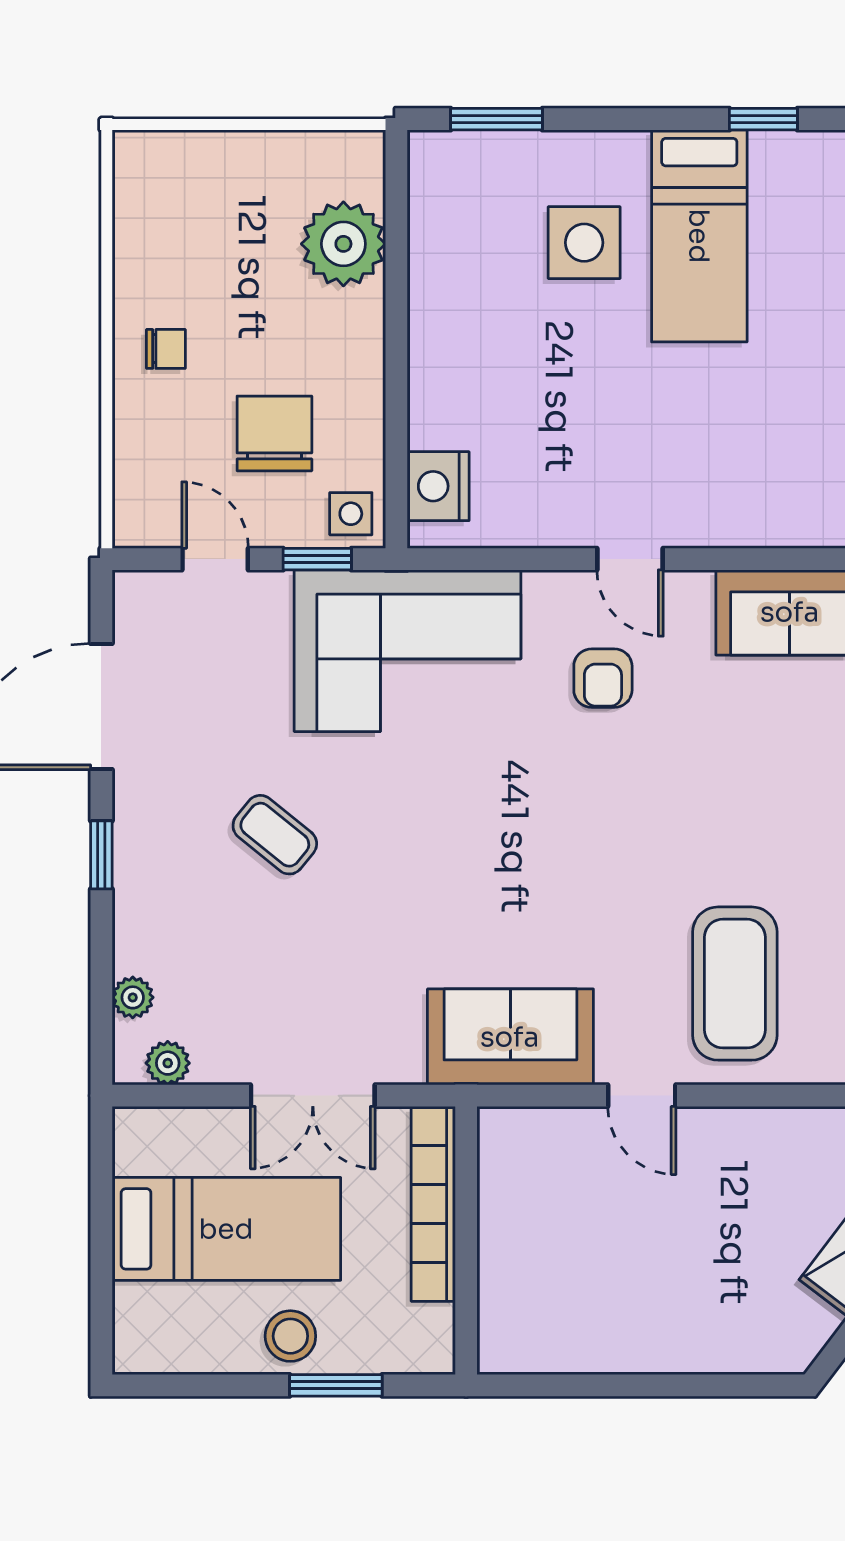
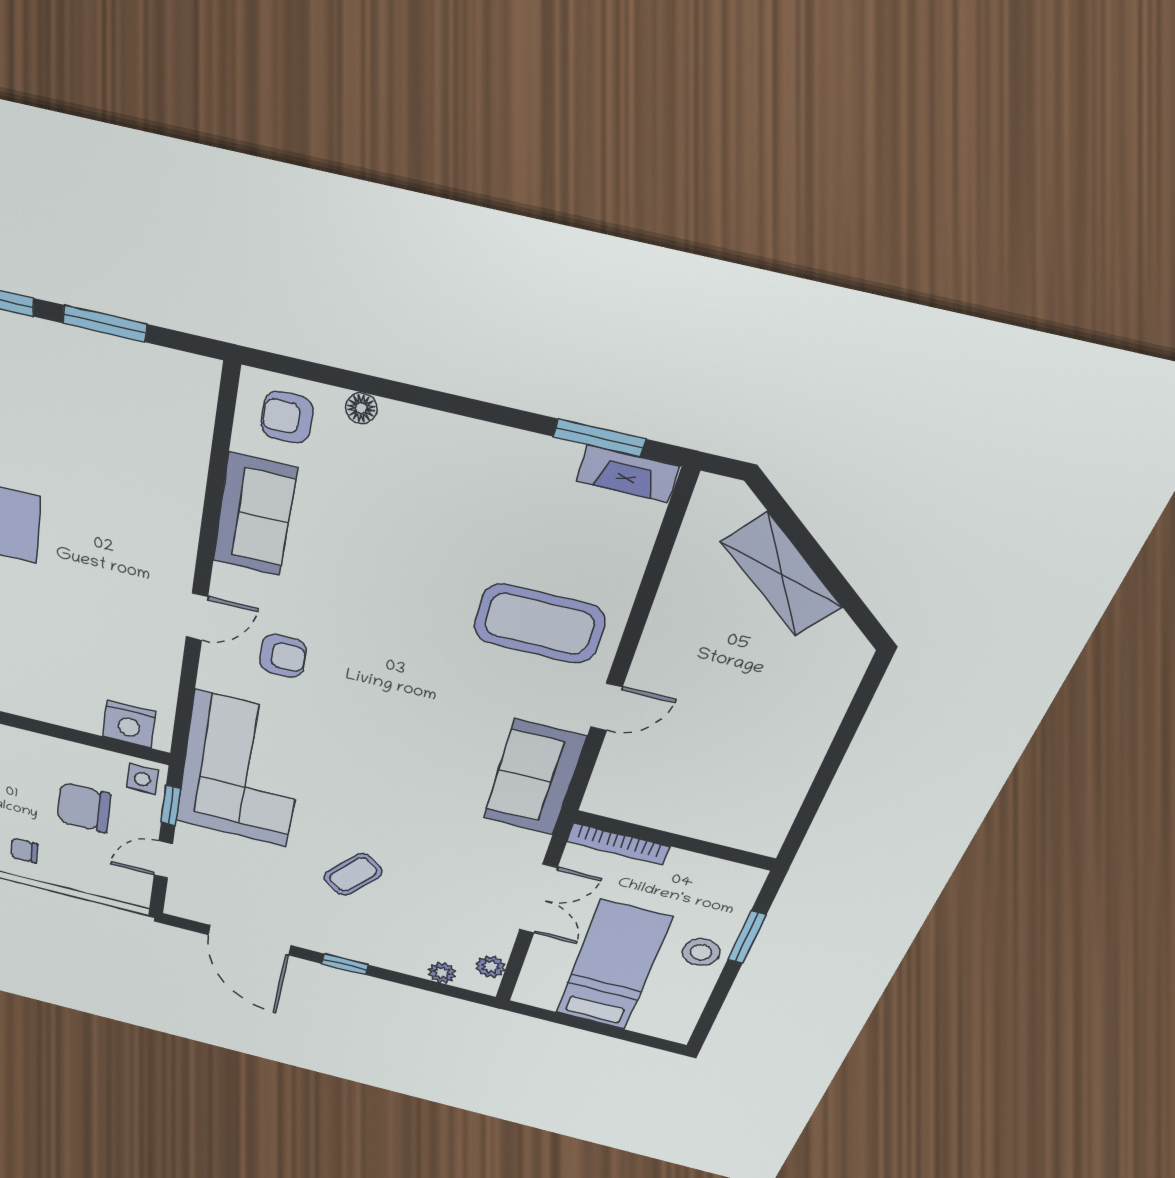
chair: (166, 349) -> (24, 851), turned -90
bookcase: (433, 1204) -> (618, 844), width x0.68, depth x0.76

